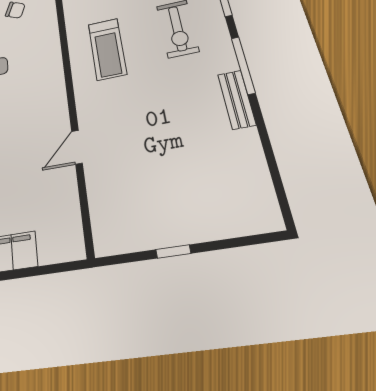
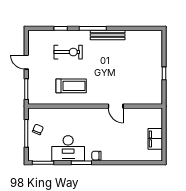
bench: (237, 99) -> (108, 35), width x1.36

